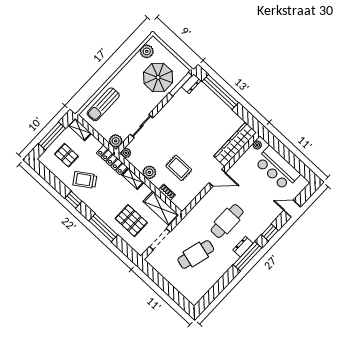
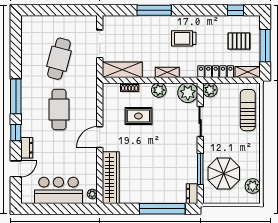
window: (181, 84) -> (200, 169), moved
plant: (126, 153) -> (188, 93), width x1.87, depth x1.87
locker: (112, 160) -> (216, 72), moved
trolley: (85, 180) -> (184, 38), moved, turned -146
window: (73, 200) -> (235, 10), moved
pallet: (131, 221) -> (137, 37), removed
dresser: (243, 247) -> (27, 148), moved

